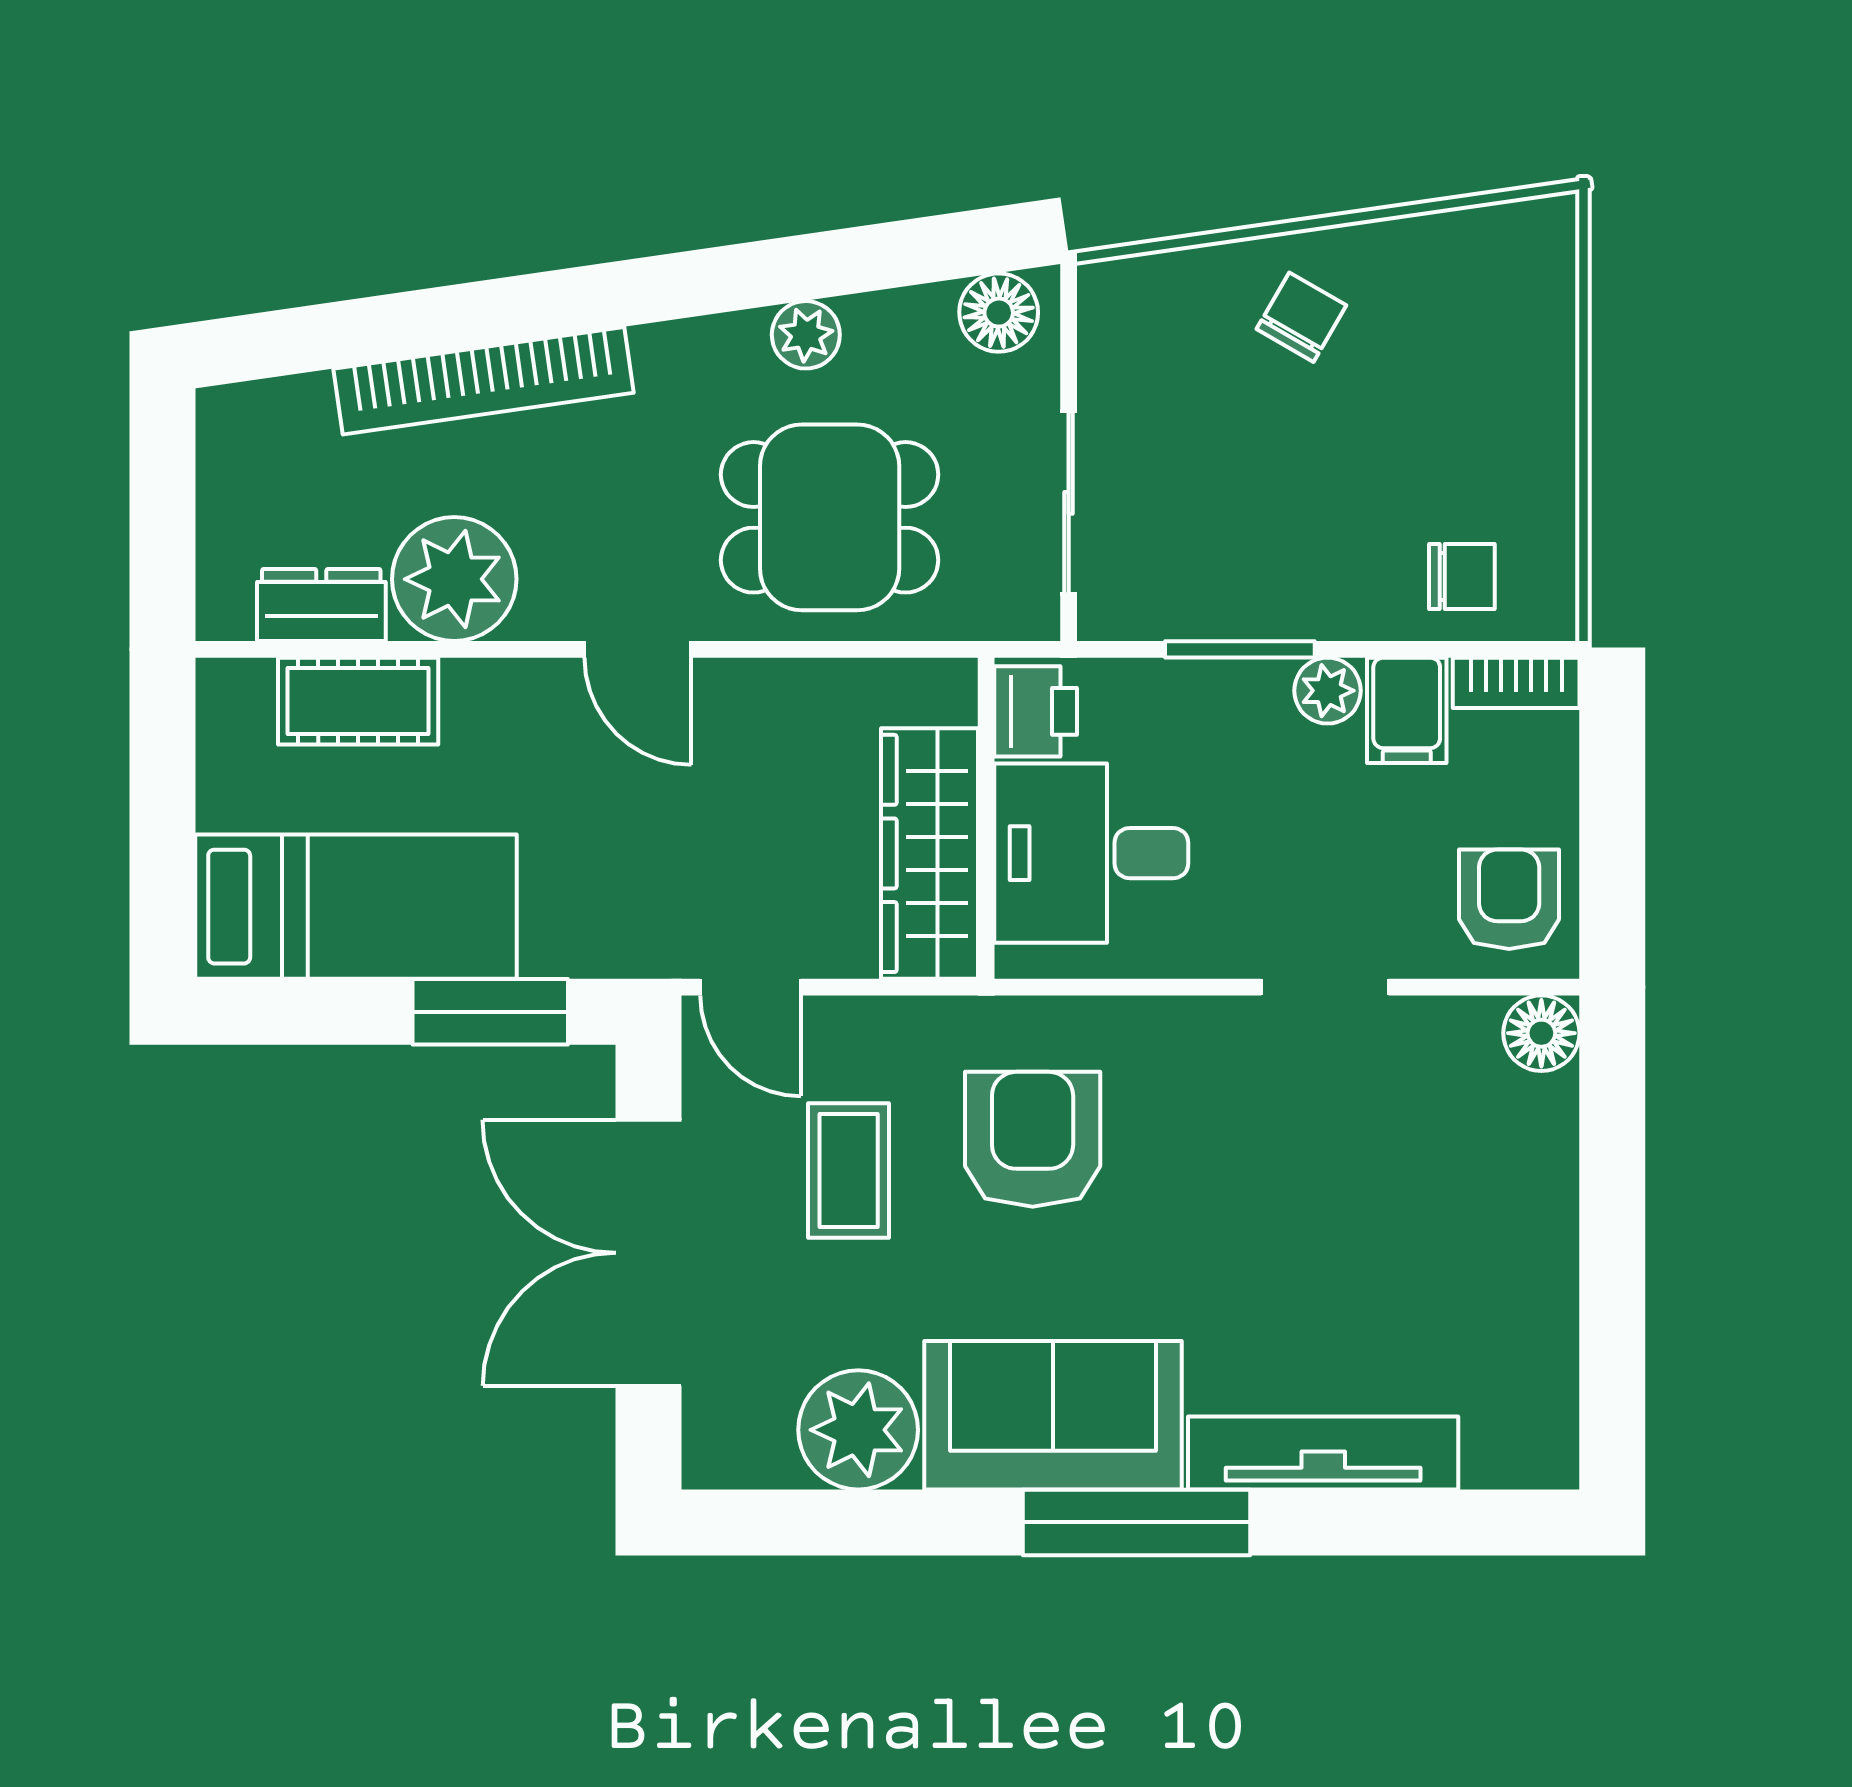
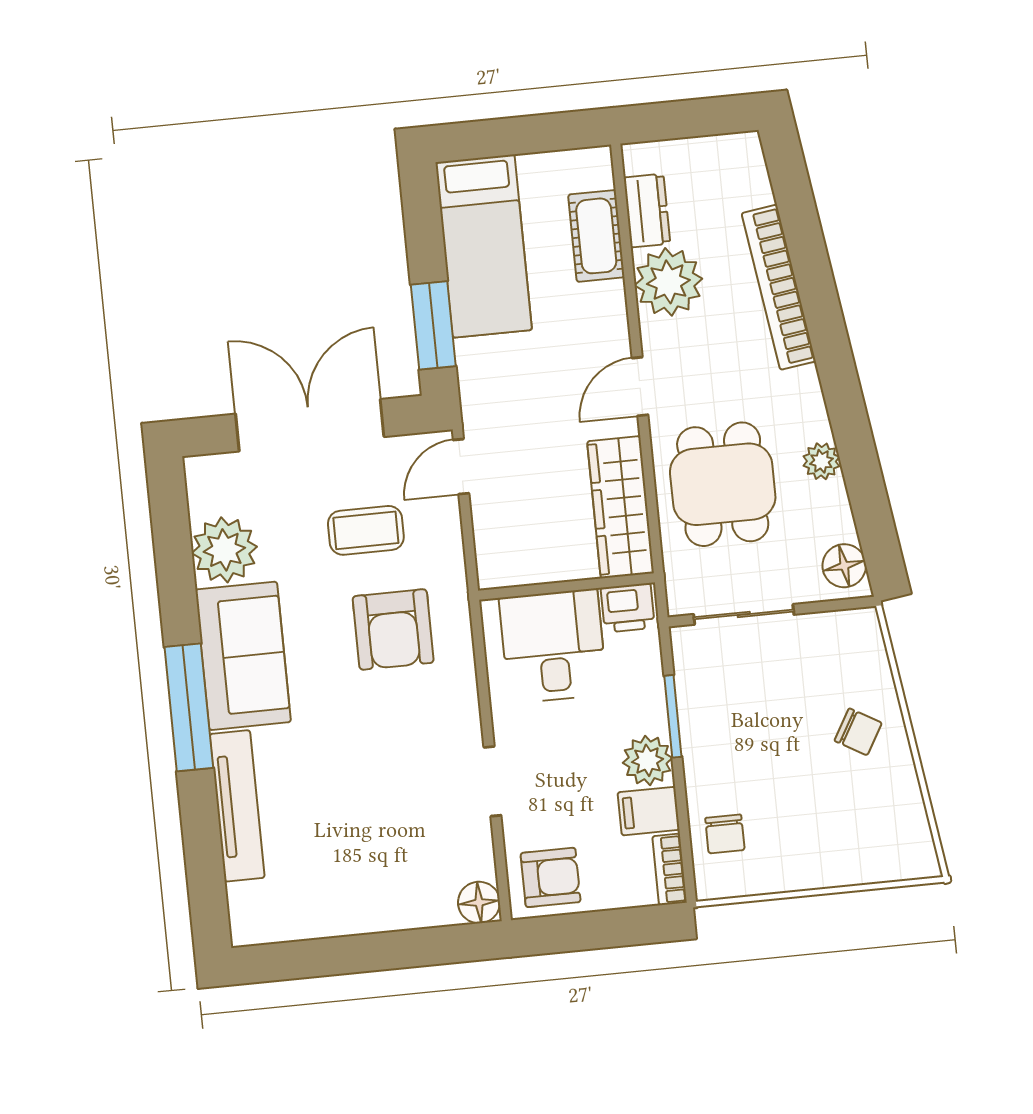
plant: (1327, 691) -> (648, 760), width x1.38, depth x1.38
wardrobe: (930, 853) -> (621, 507), moved, turned -90
armchair: (1033, 1139) -> (393, 629), turned 90

